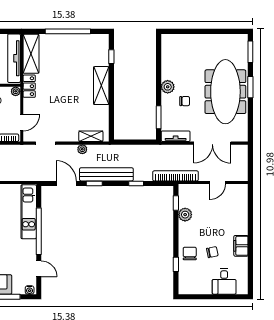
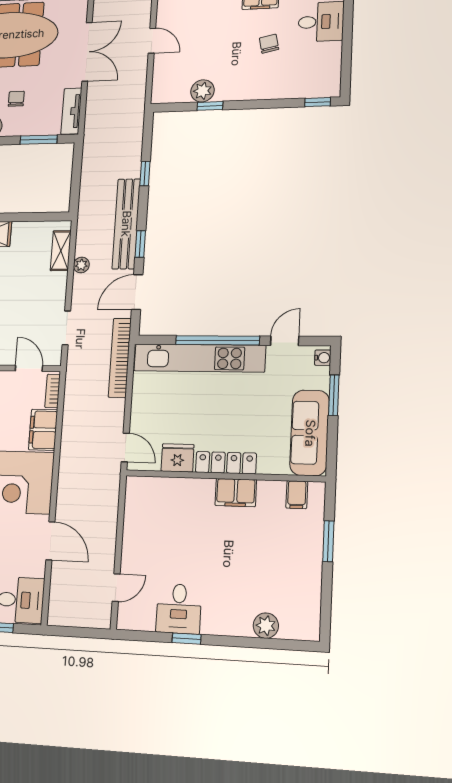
bookcase: (176, 176) -> (120, 358), moved
window: (176, 203) -> (210, 106), moved
kitchen unit: (29, 212) -> (199, 358), width x1.36
chair: (190, 254) -> (270, 81), removed
window: (176, 264) -> (318, 102), moved

